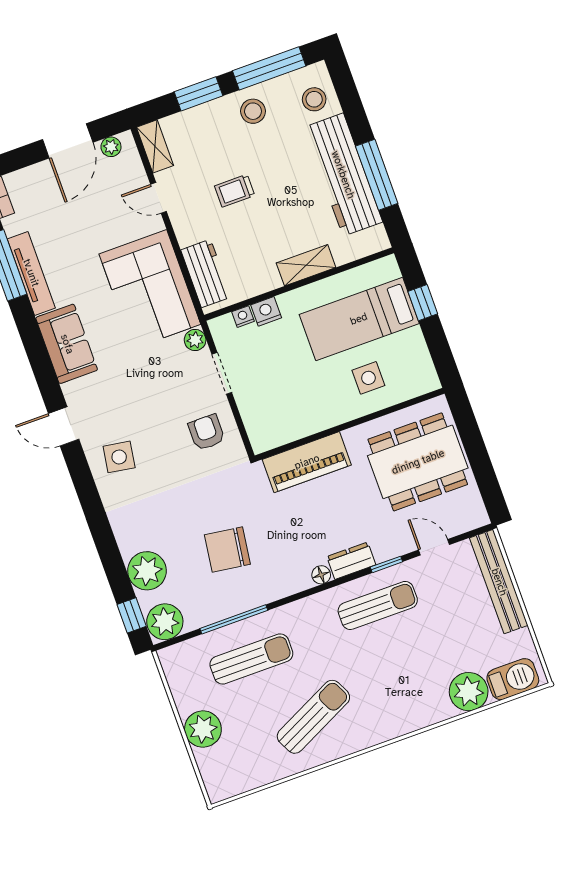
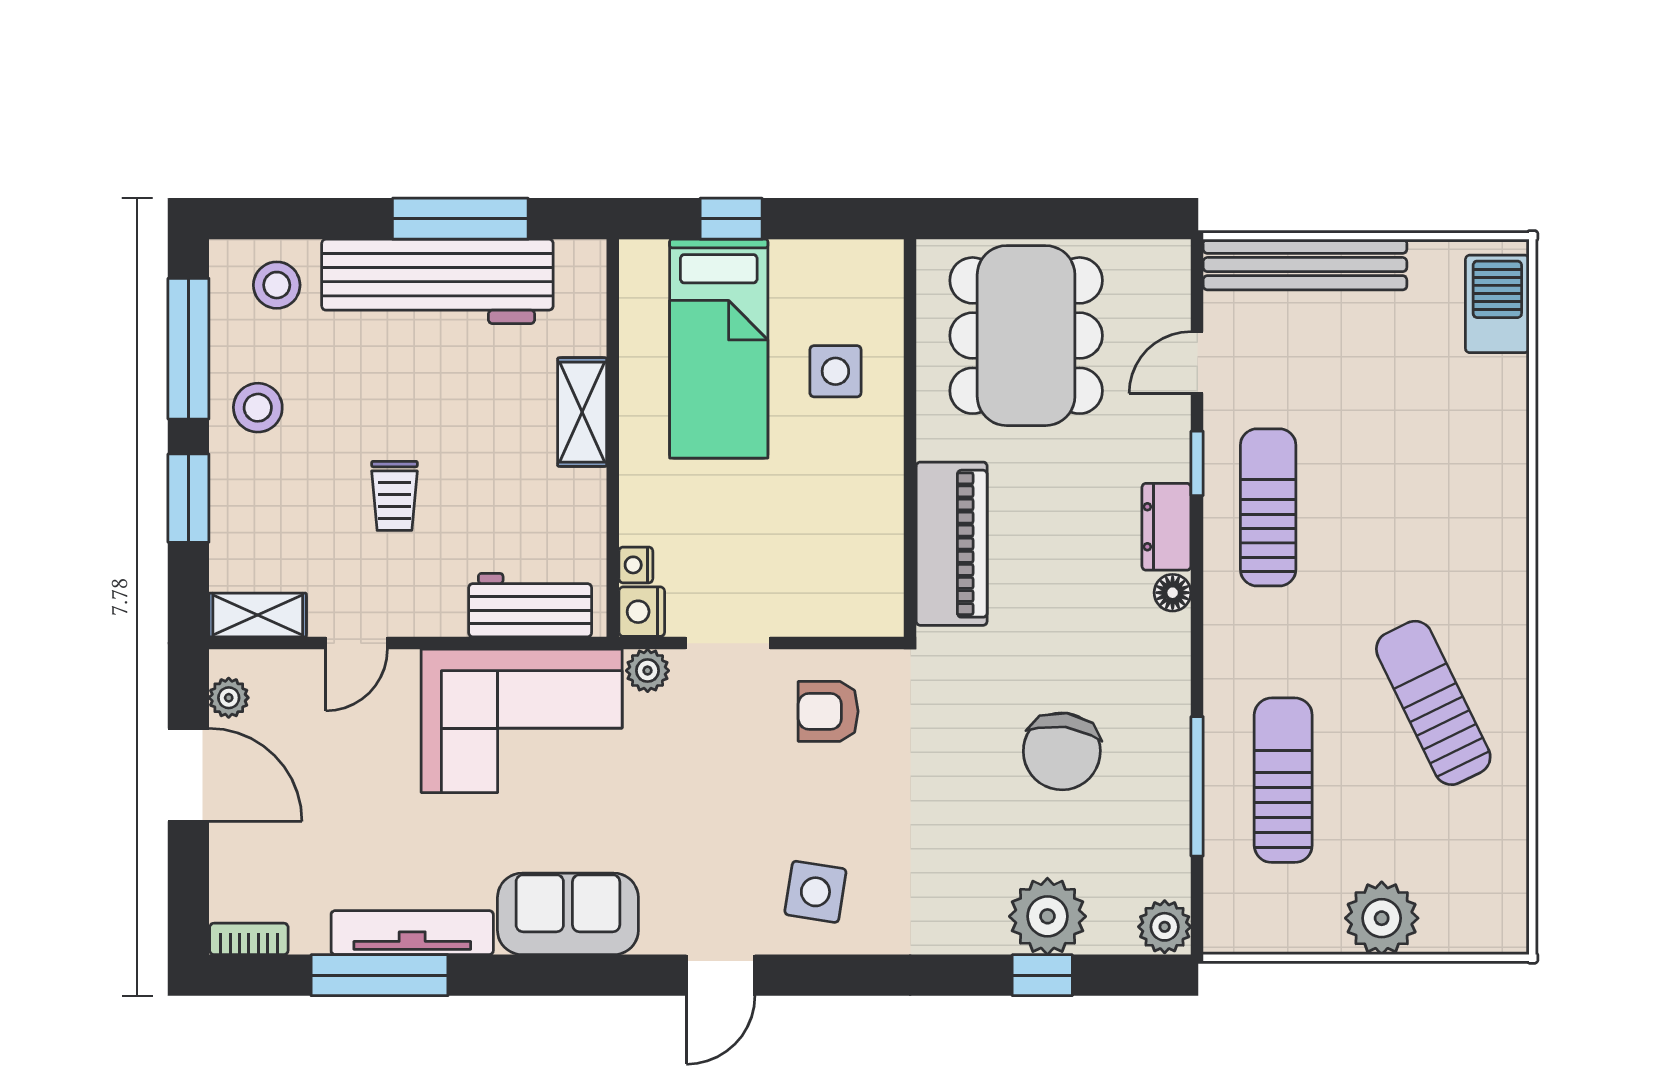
nightstand: (266, 311) -> (642, 612), moved
window: (132, 615) -> (1042, 975), moved
plant: (165, 622) -> (1165, 927), width x0.73, depth x0.73
plant: (469, 692) -> (1491, 395), removed

